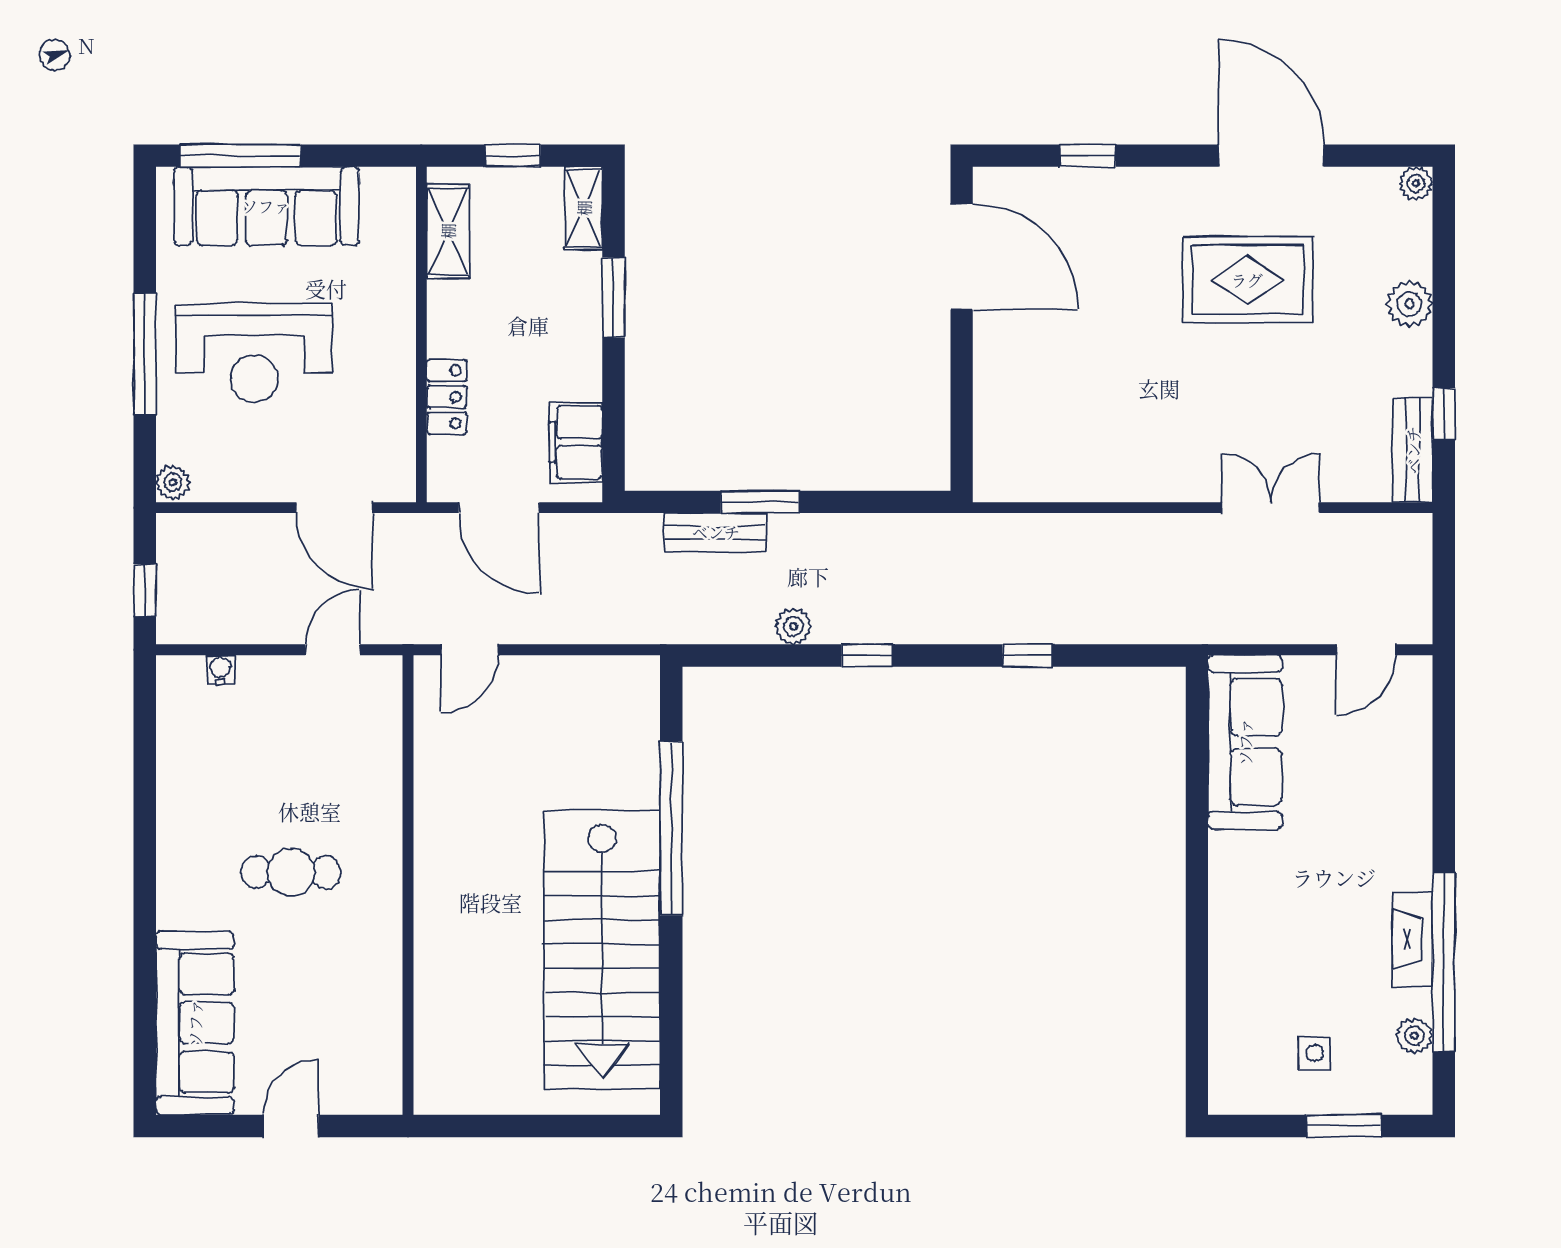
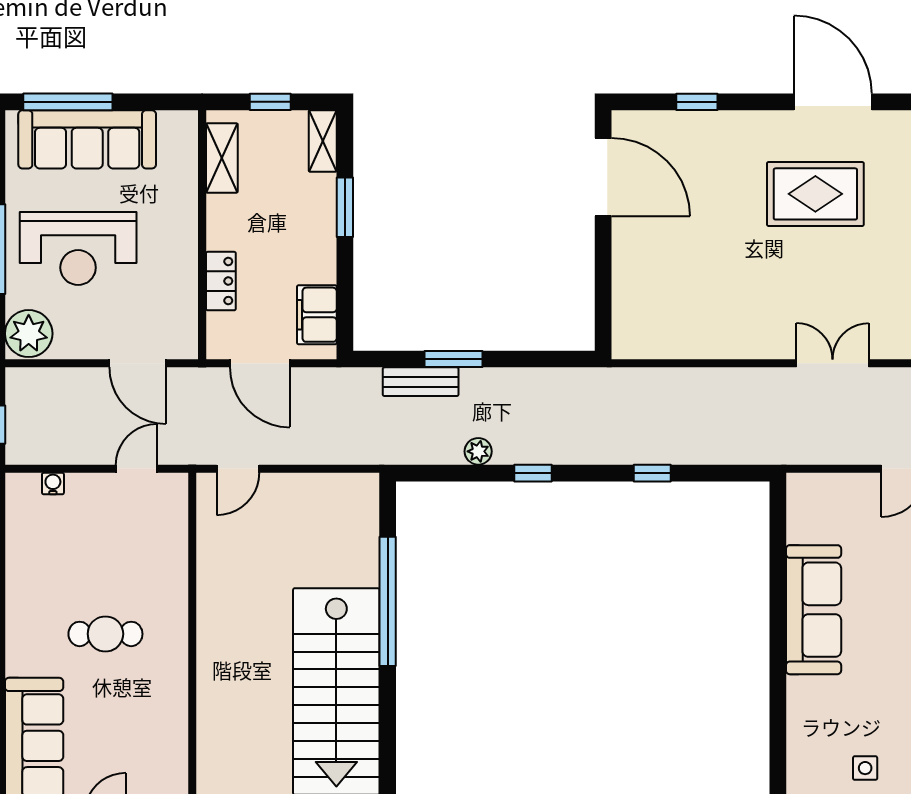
plant: (173, 482) -> (29, 334), width x1.88, depth x1.88
sofa: (1245, 742) -> (814, 610), moved

